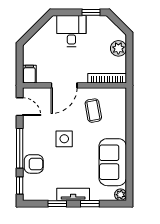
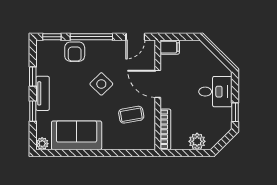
side table: (64, 139) -> (101, 84), turned 45

